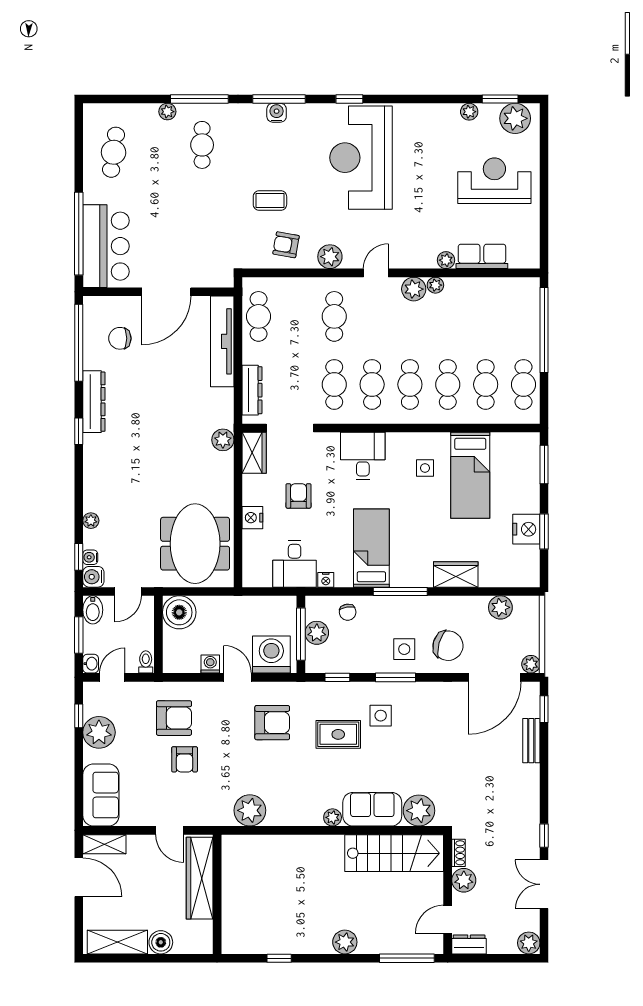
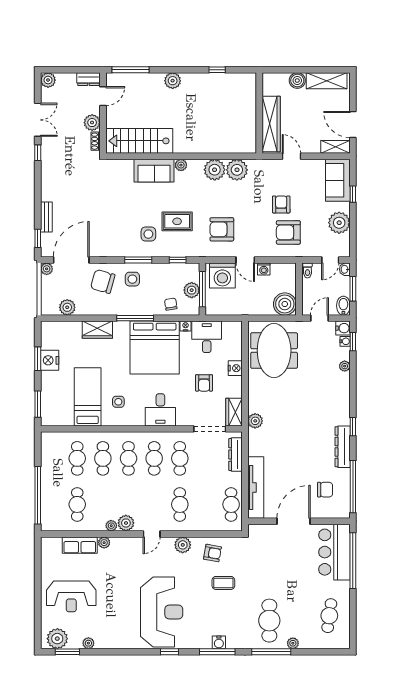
cafe table: (202, 145) -> (269, 621), width x1.37, depth x1.35
cafe table: (524, 384) -> (77, 504), moved
bed: (371, 548) -> (155, 348), width x2.04
window: (79, 716) -> (353, 194), moved
plant: (419, 811) -> (215, 170), moved

